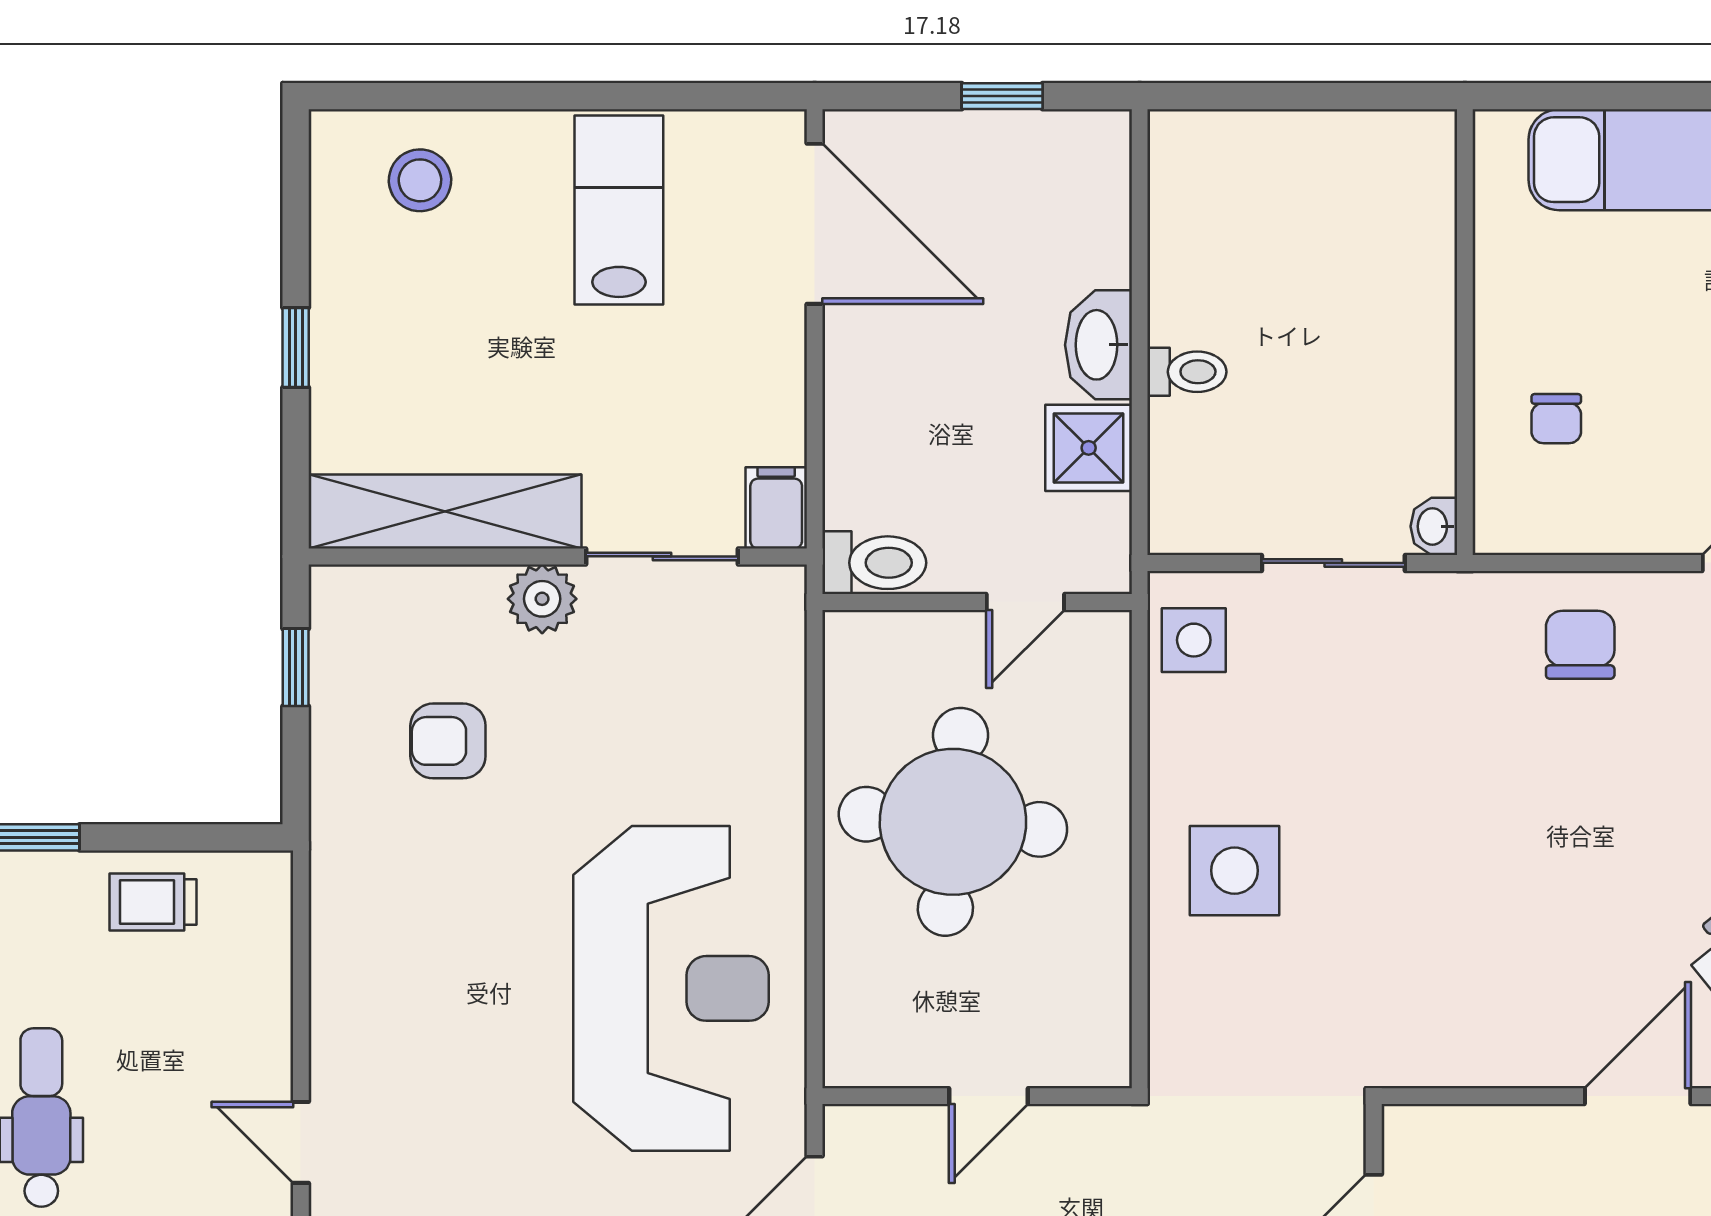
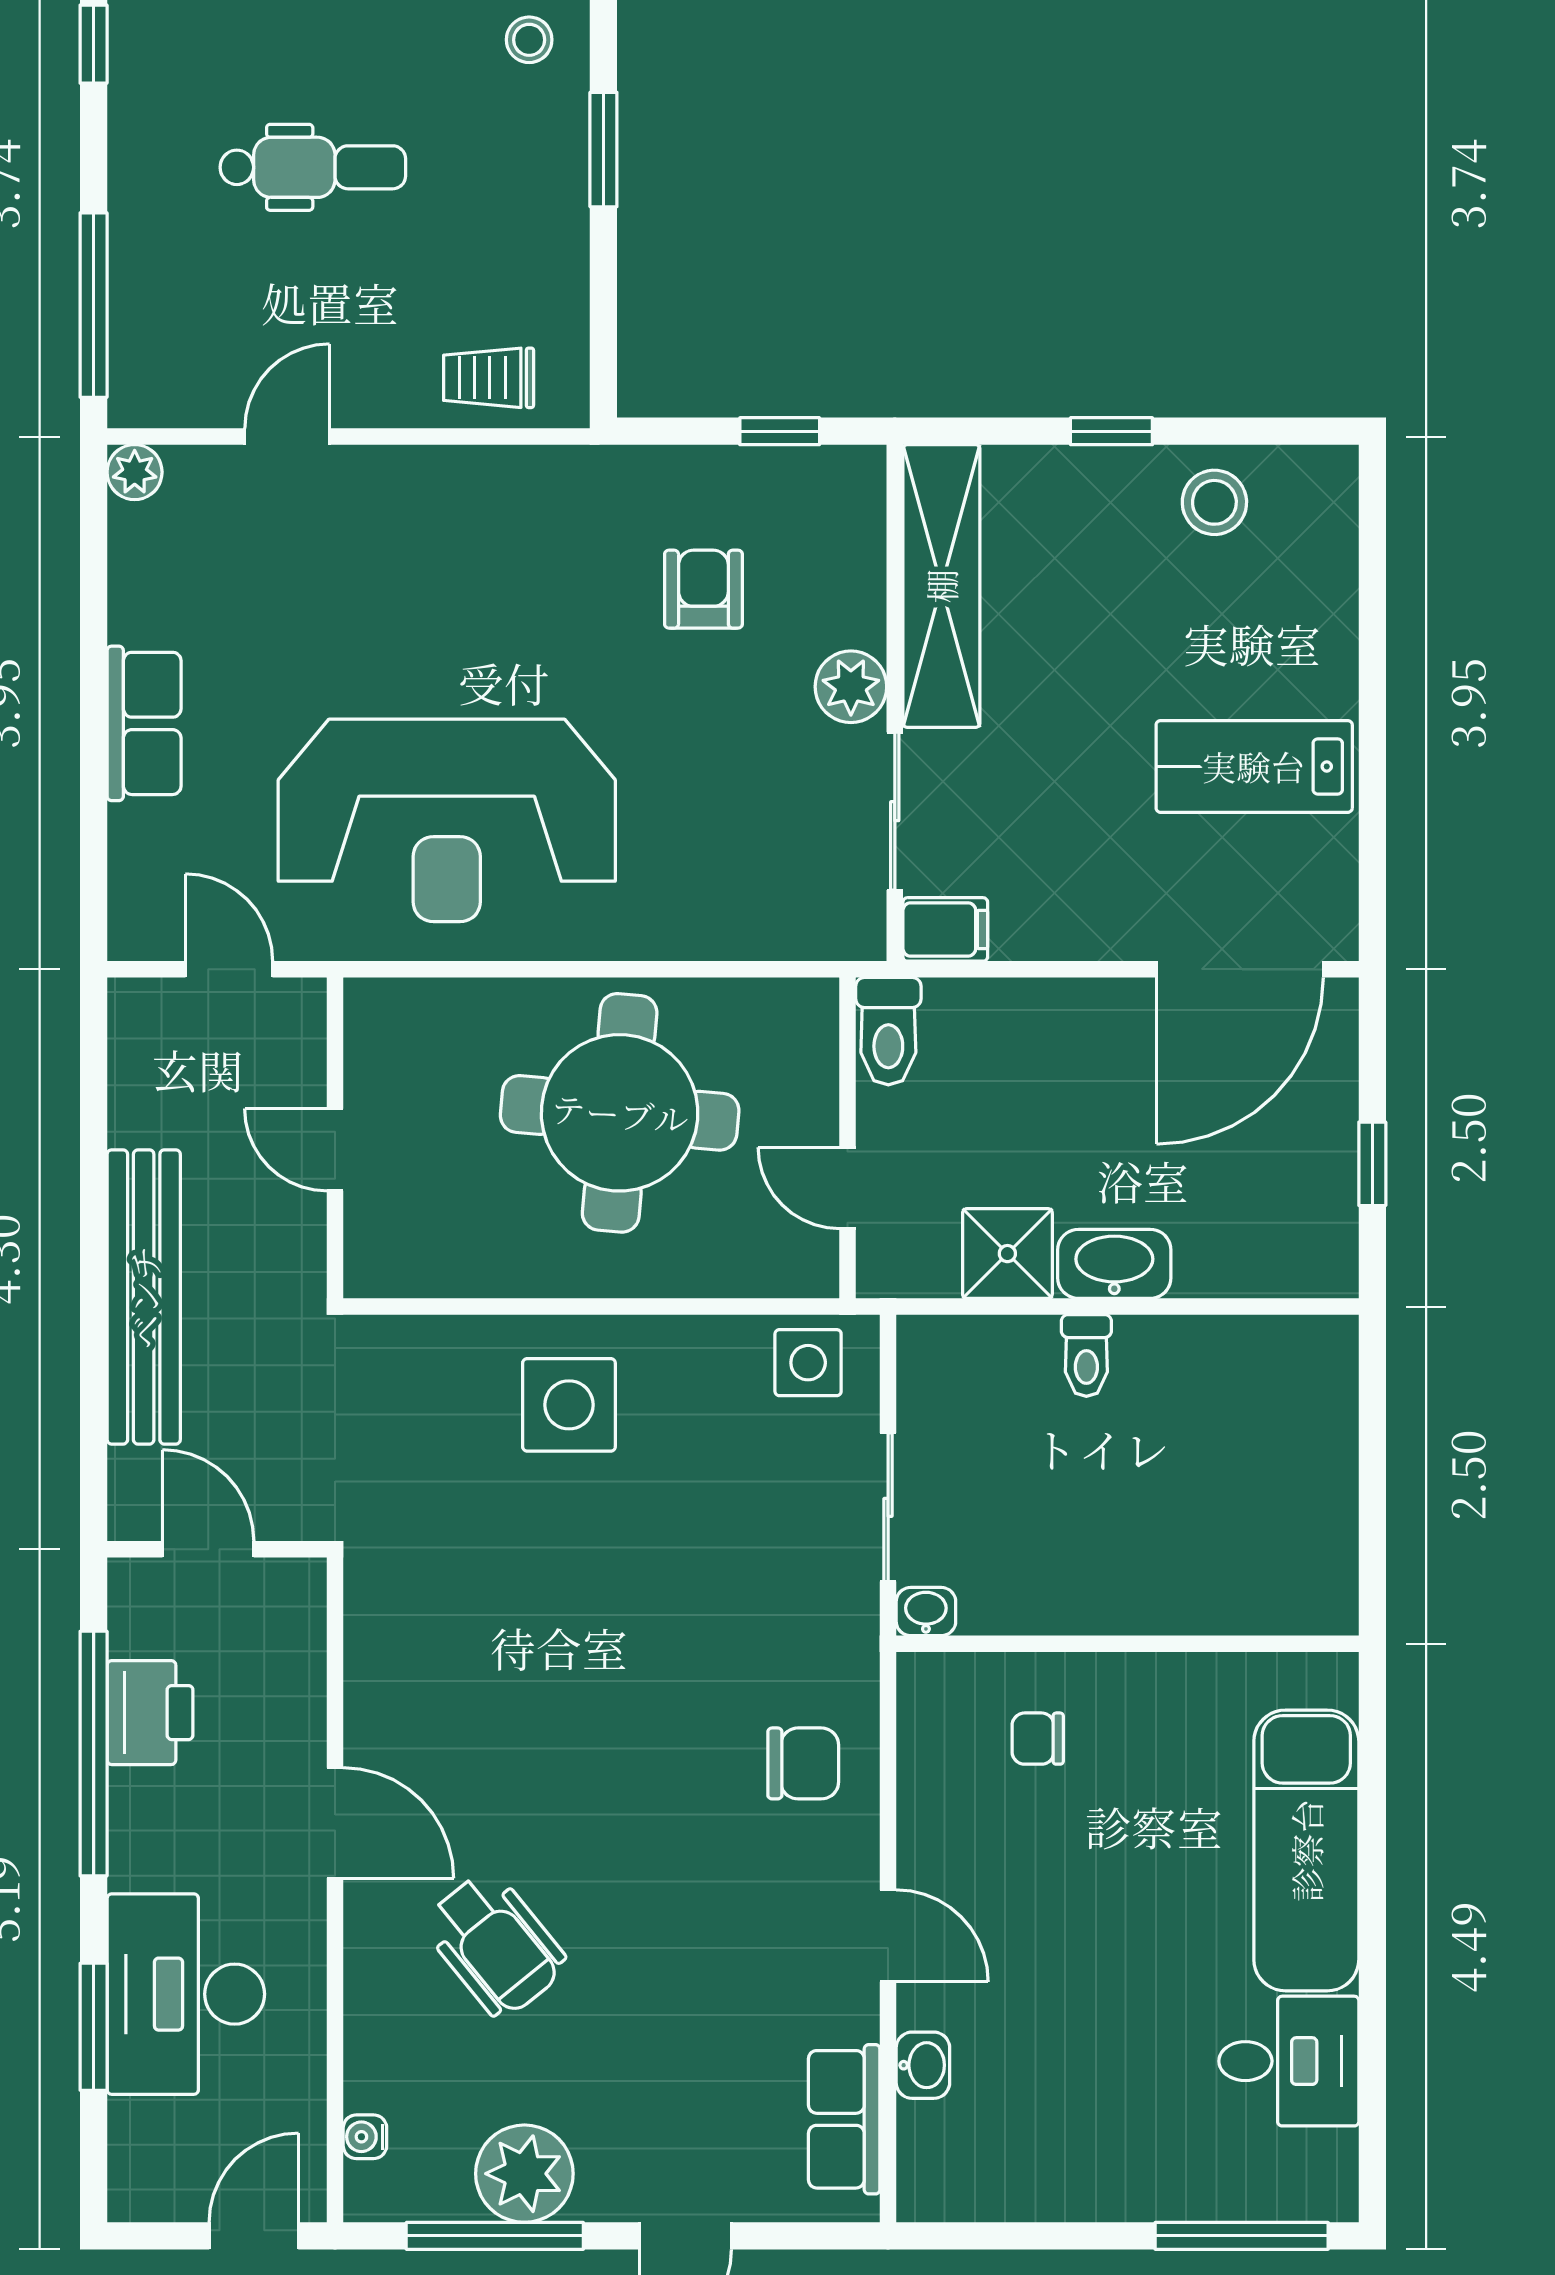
stool: (420, 180) -> (1214, 502), moved
lab bench: (619, 210) -> (1254, 766), turned 180
trolley: (153, 902) -> (489, 378), moved, turned -90

